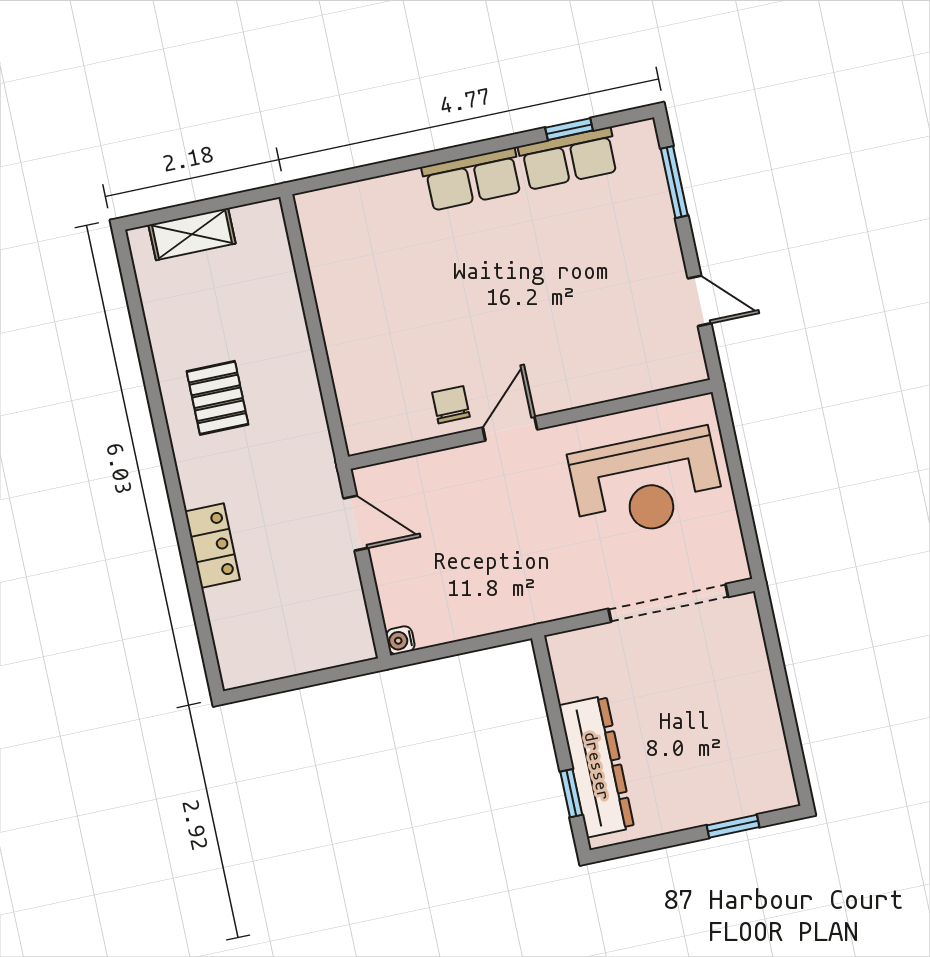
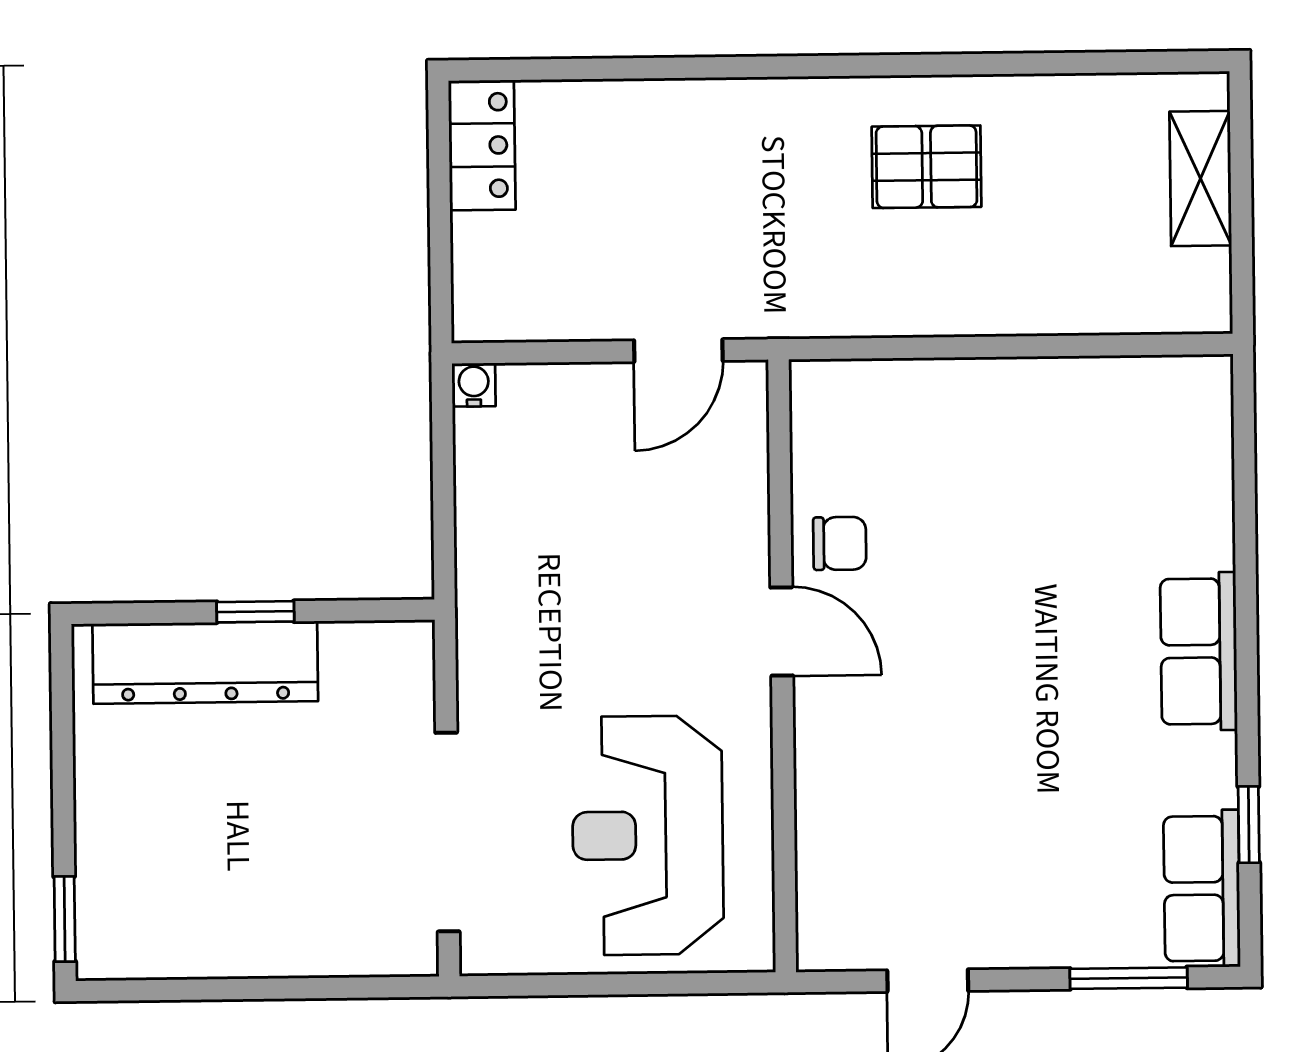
row of seats: (569, 159) -> (1202, 889), moved
locker: (212, 546) -> (482, 145), moved, turned -90
window: (571, 793) -> (255, 612), moved
window: (733, 826) -> (65, 919), moved

